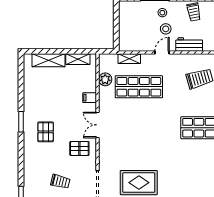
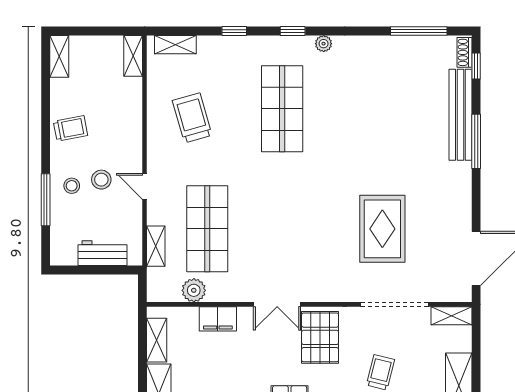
workbench: (189, 44) -> (102, 253), moved, turned 90
filing cabinet: (90, 98) -> (218, 319), width x2.00
pallet: (79, 148) -> (320, 337), width x1.50, depth x1.42

